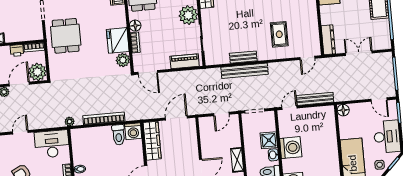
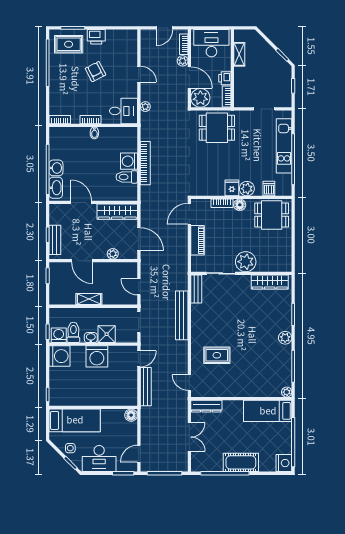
dining table: (66, 36) -> (217, 128), moved
fridge: (118, 40) -> (232, 188), width x0.53, depth x0.75
bench: (243, 57) -> (196, 289), moved
plant: (123, 60) -> (247, 189), moved
piano: (185, 61) -> (198, 240), moved
door: (289, 108) -> (139, 359), hinge flipped
plant: (70, 122) -> (145, 107), moved
washing machine: (133, 131) -> (129, 161), moved
plant: (192, 141) -> (113, 254), added
desk: (52, 144) -> (123, 111), width x0.73

